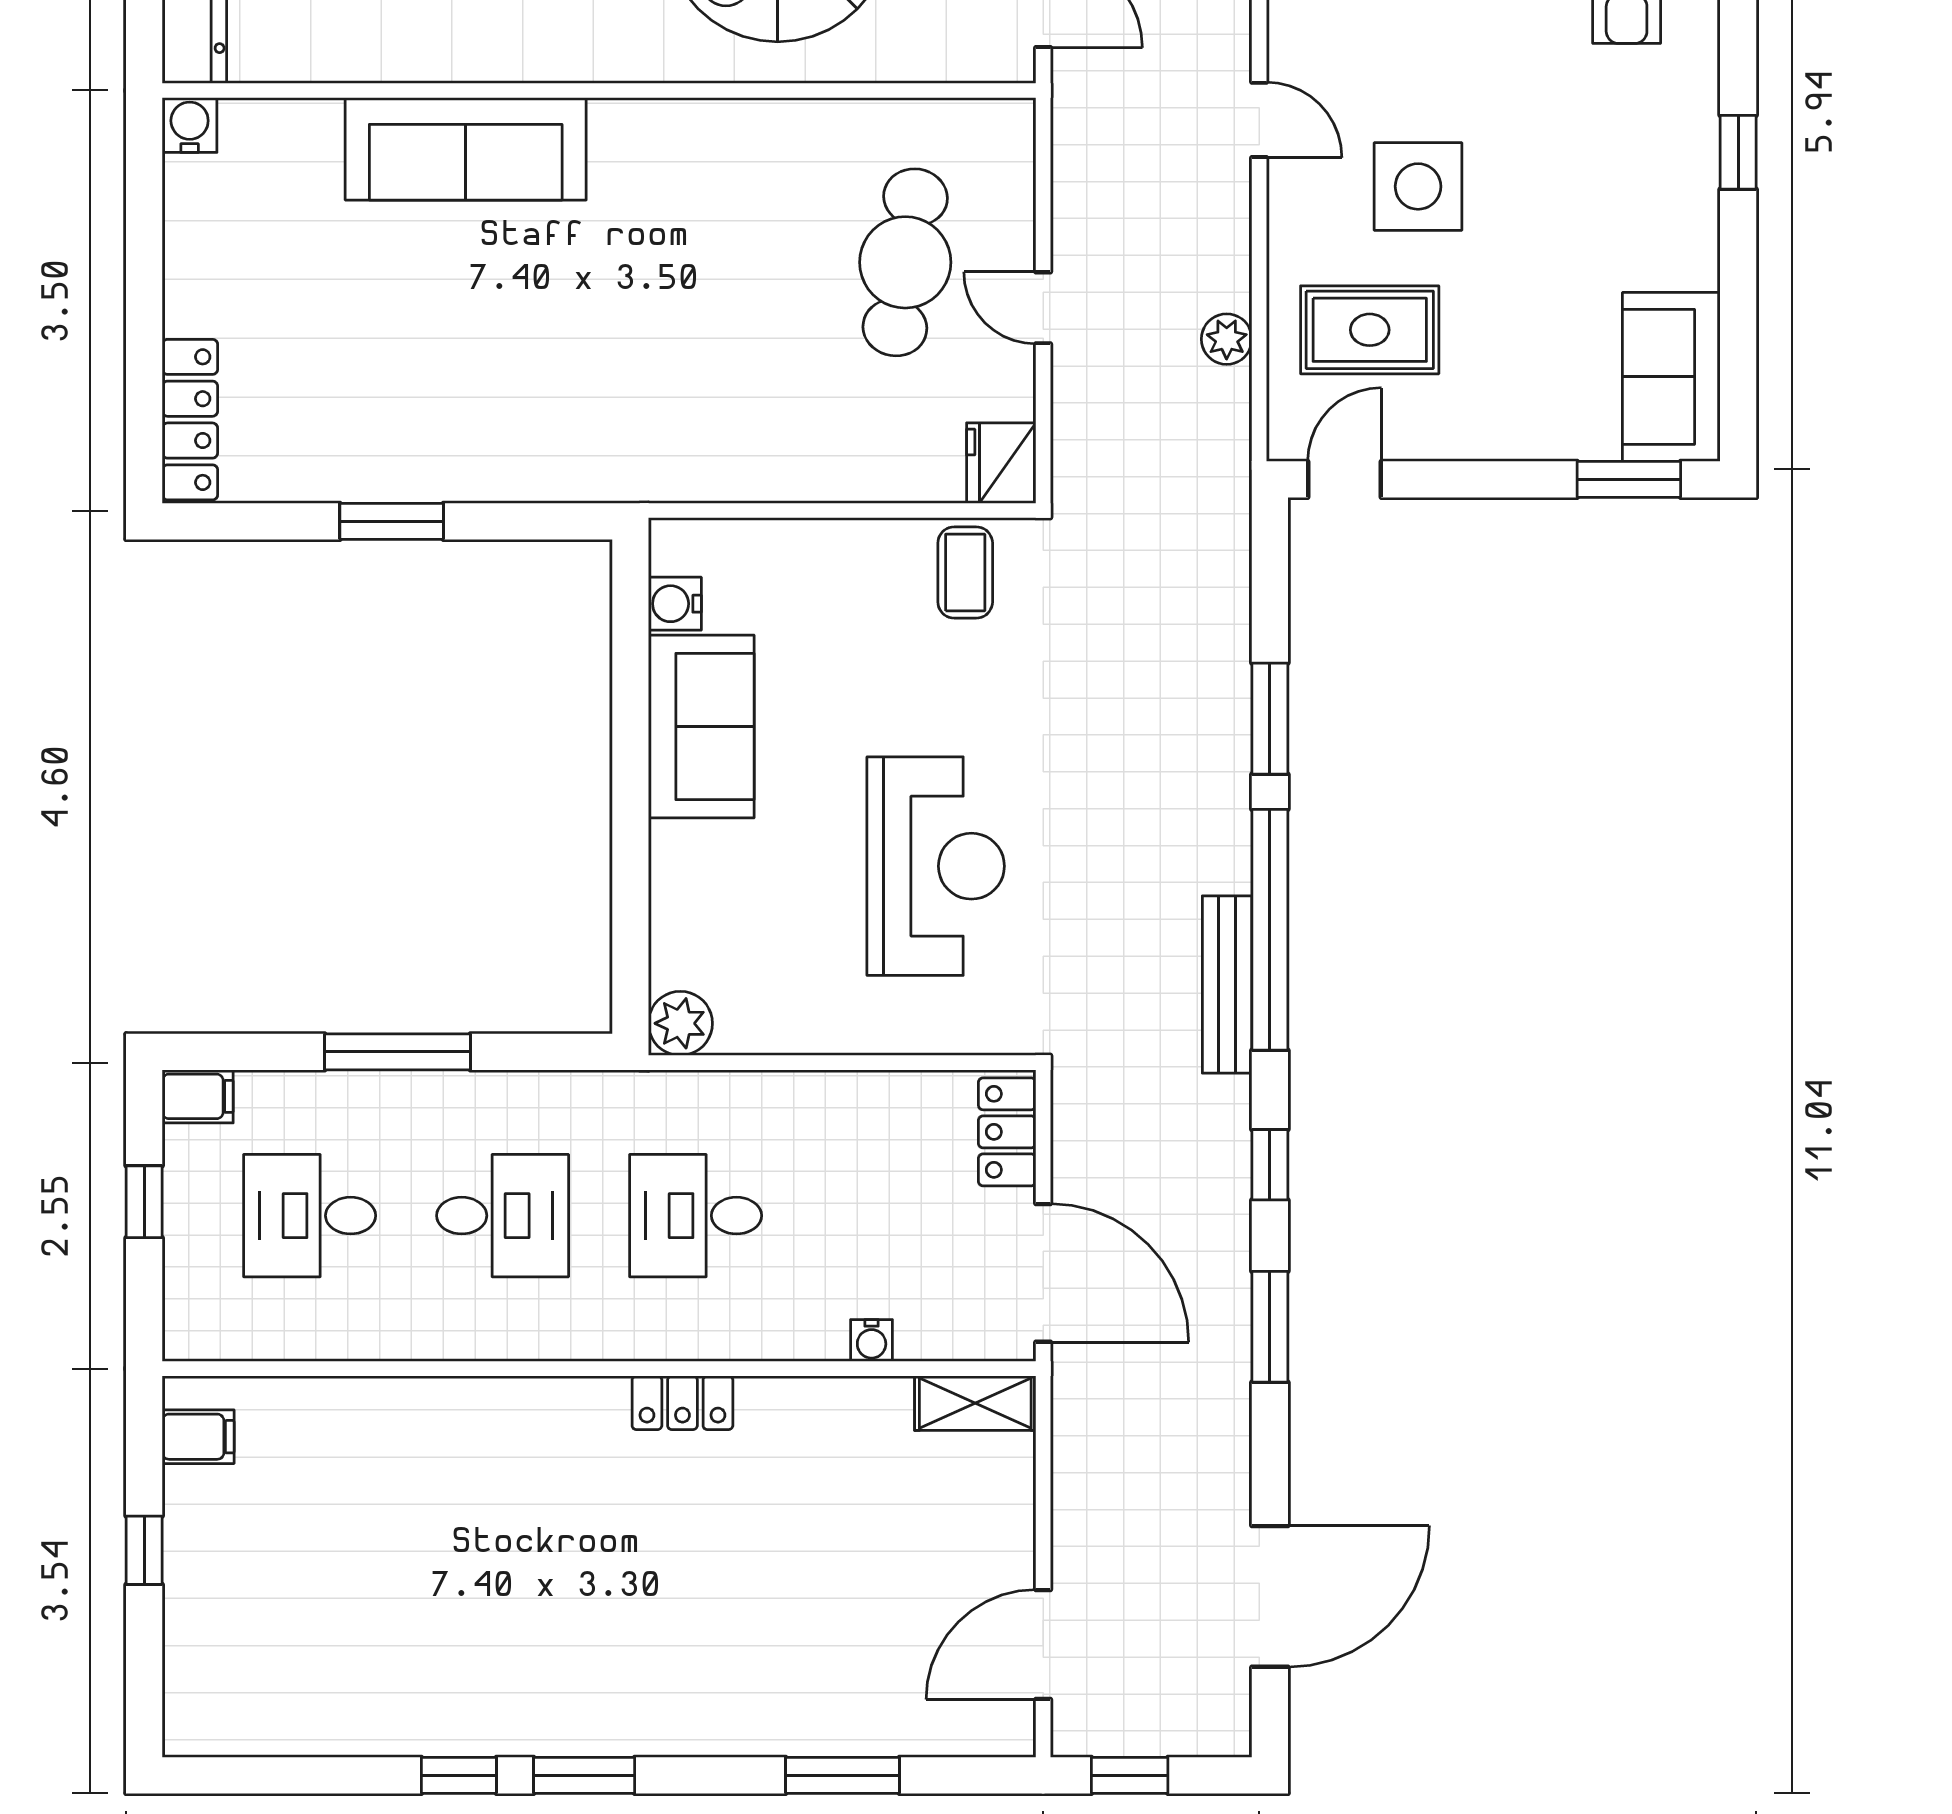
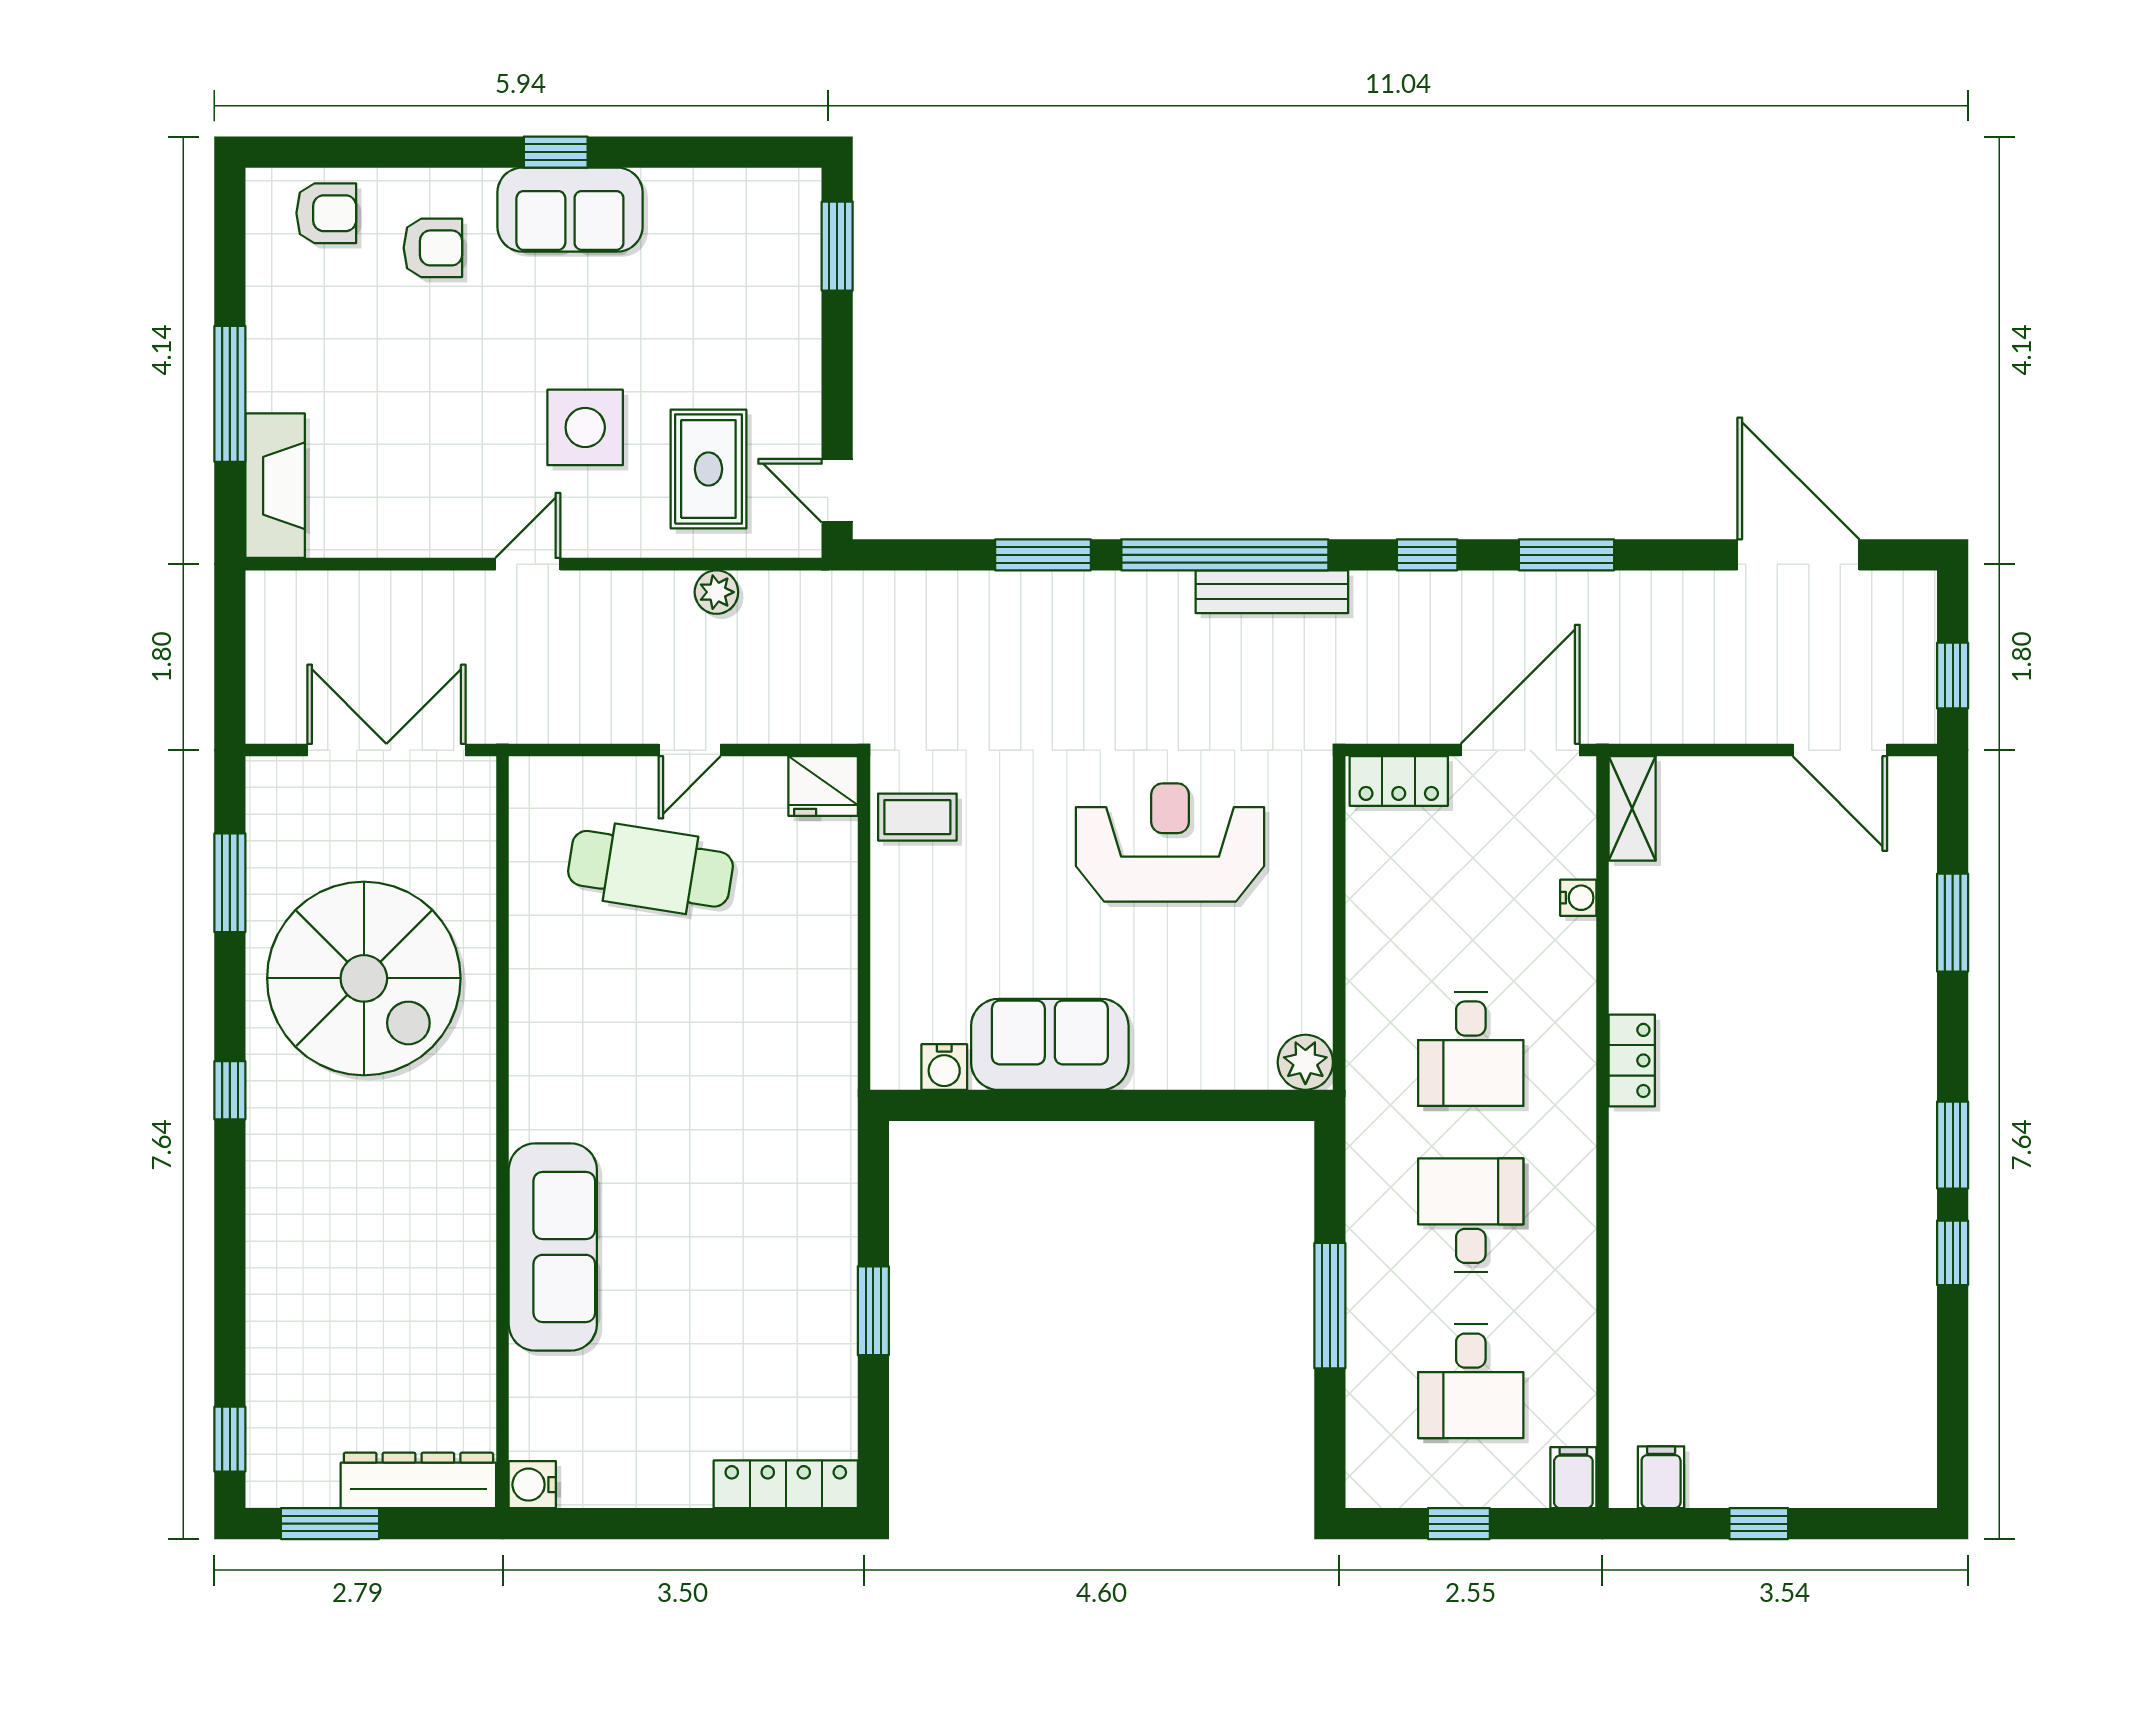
sofa: (1671, 377) -> (570, 210), moved
filing cabinet: (198, 1096) -> (1573, 1478), moved

